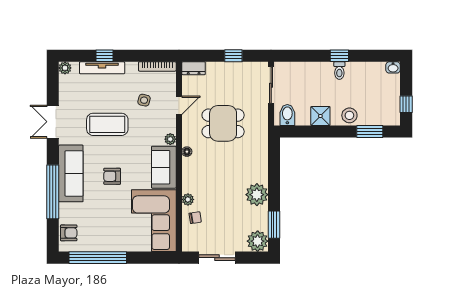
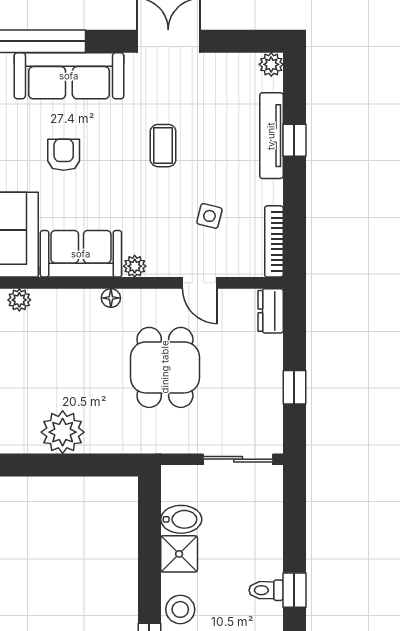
bidet: (287, 115) -> (181, 519), moved
coffee table: (107, 124) -> (163, 146), width x0.54, depth x0.58
plant: (257, 195) -> (63, 432), moved

